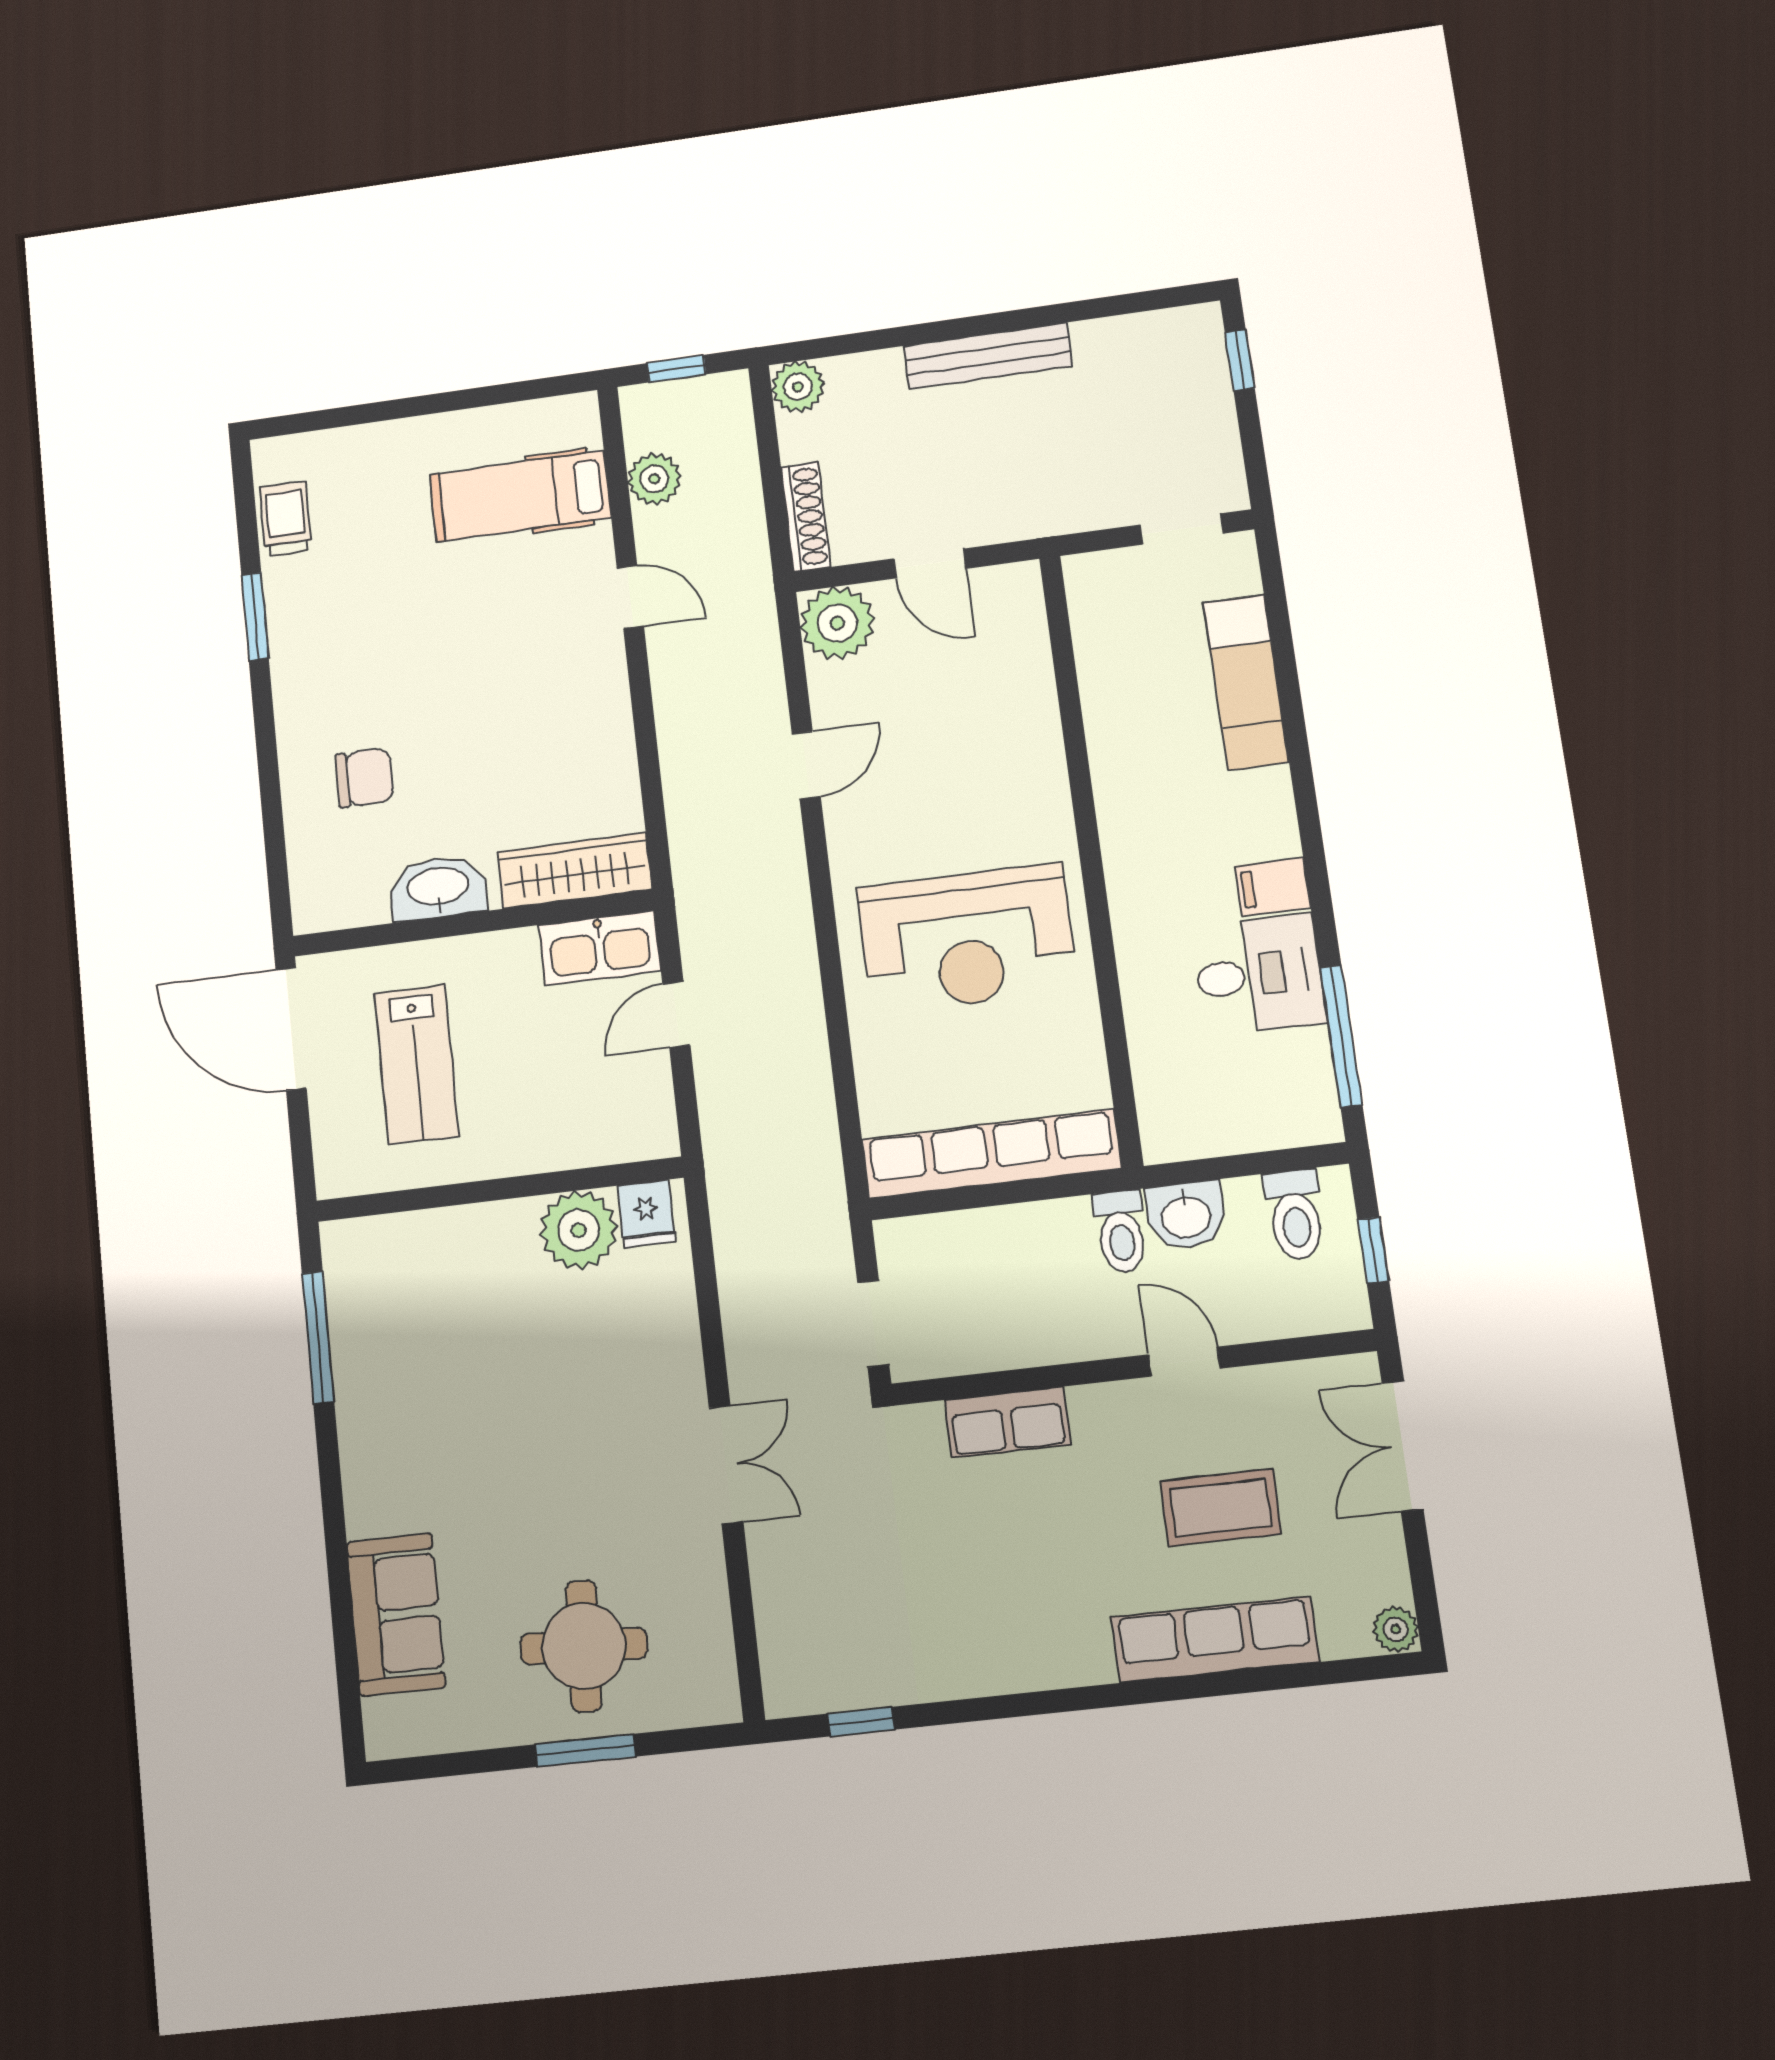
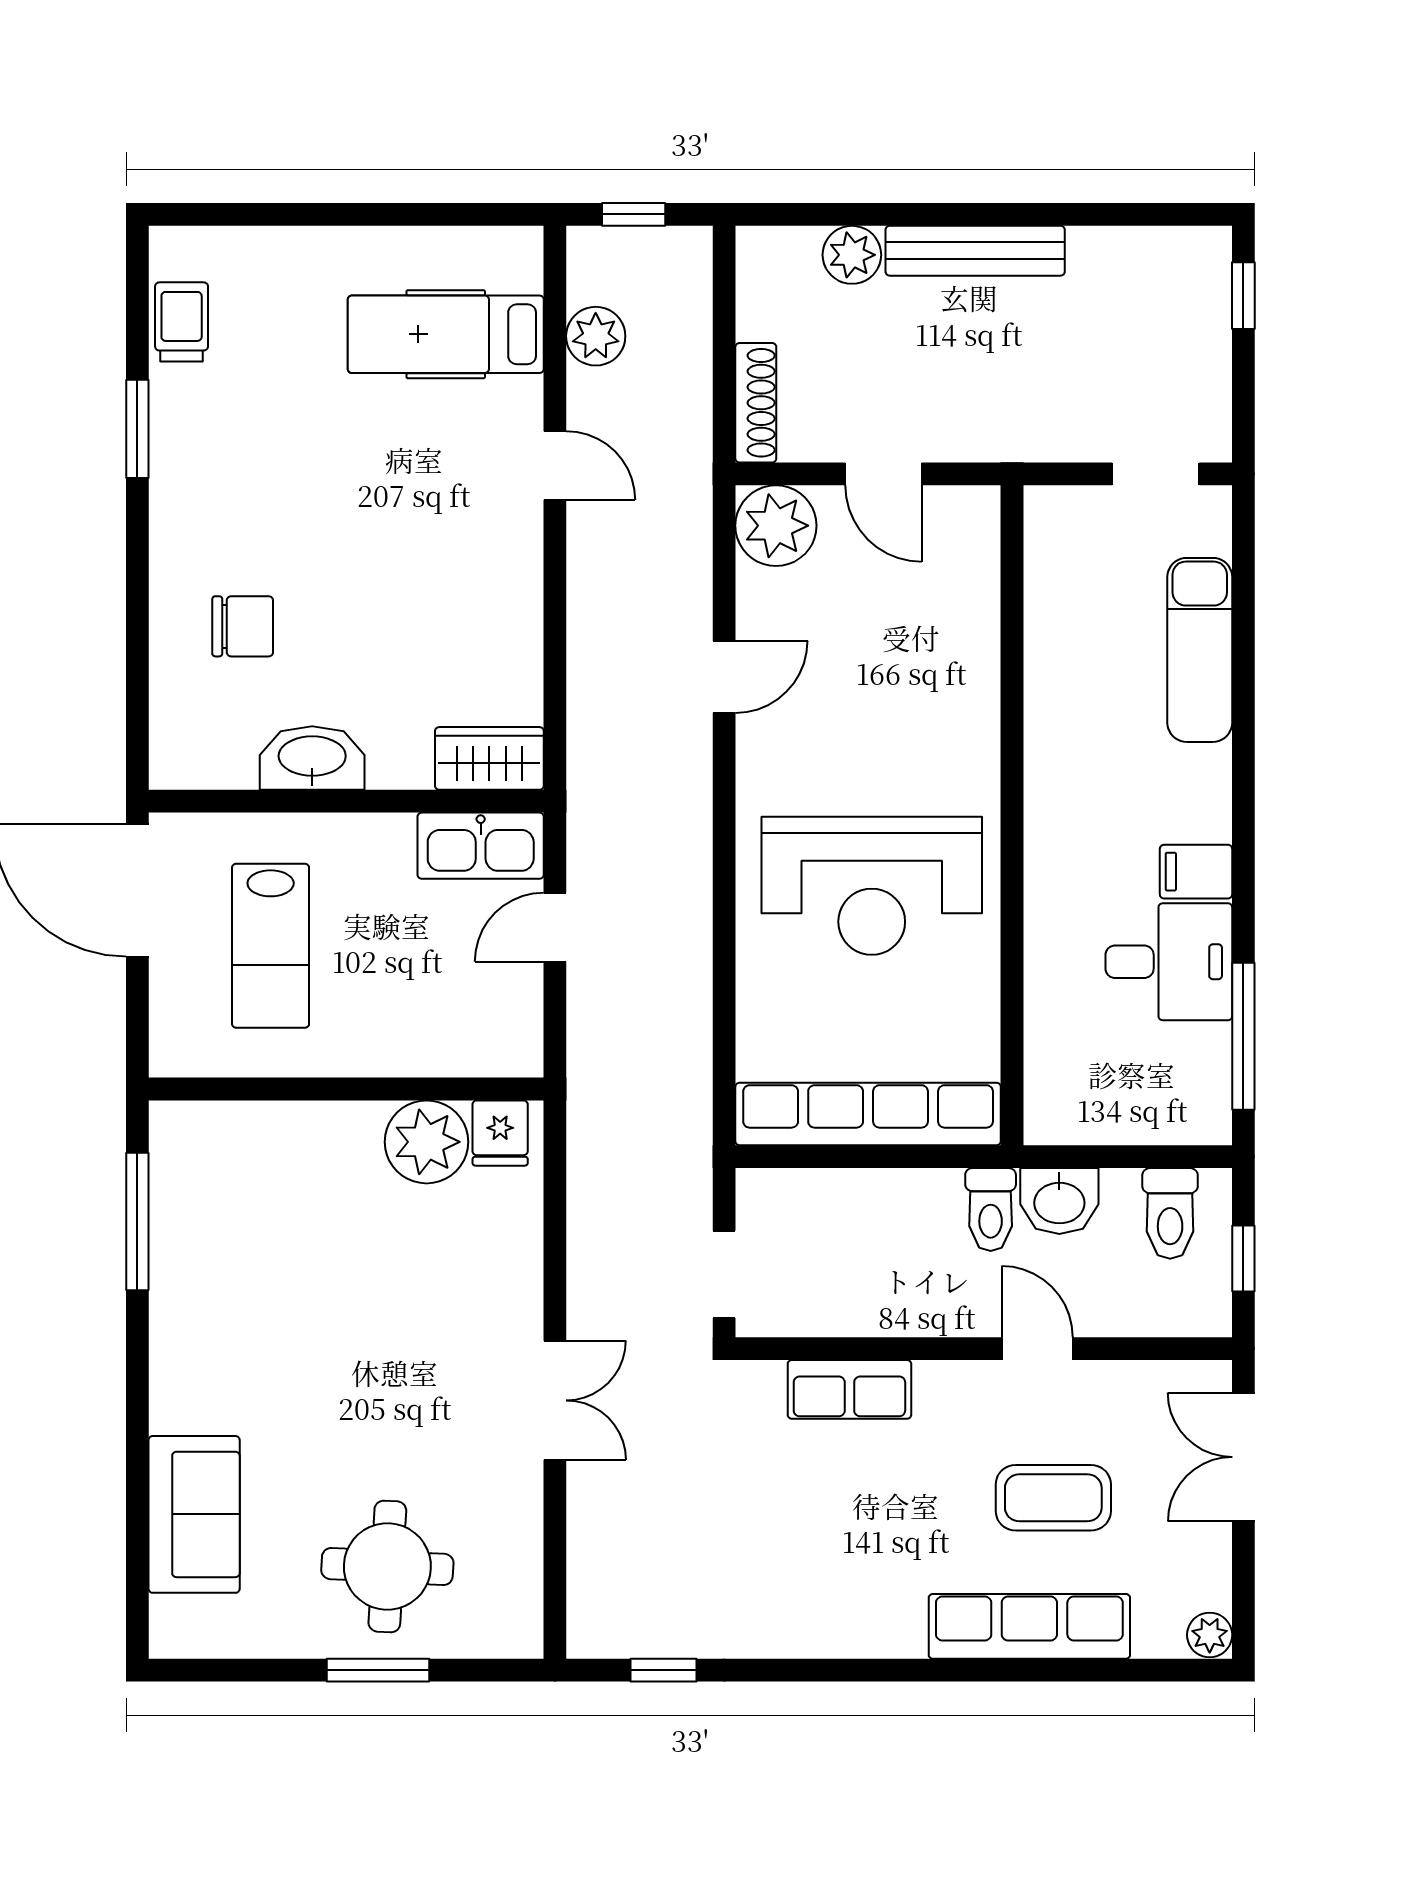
plant: (798, 387) -> (852, 255), moved
wardrobe: (574, 871) -> (489, 758), width x0.67

